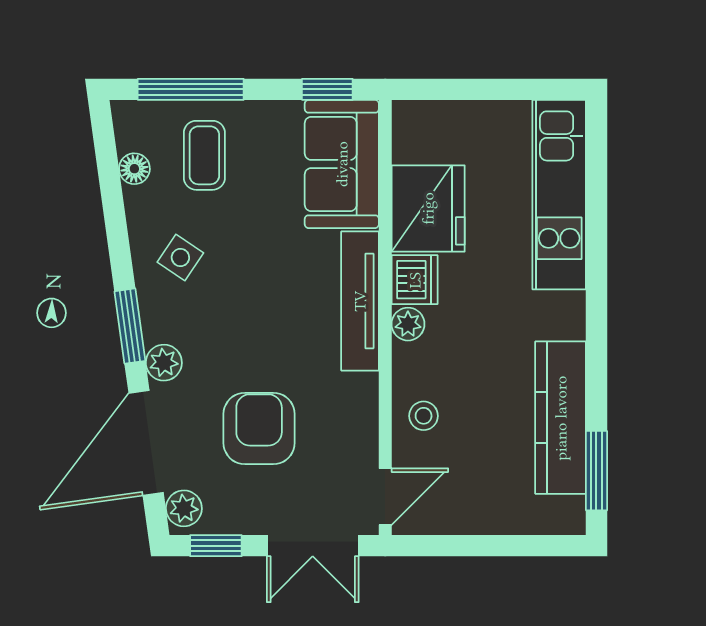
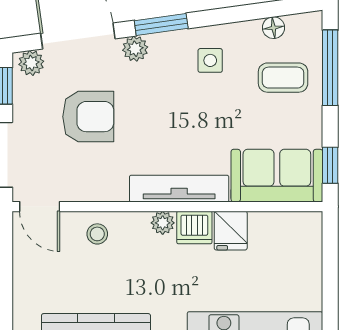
fridge: (428, 208) -> (231, 231), width x0.53, depth x0.75
side table: (180, 257) -> (210, 60), turned -34

